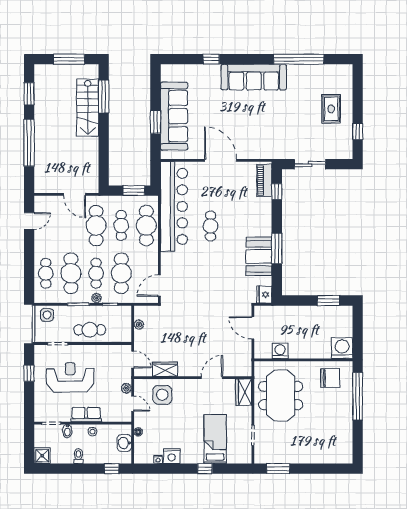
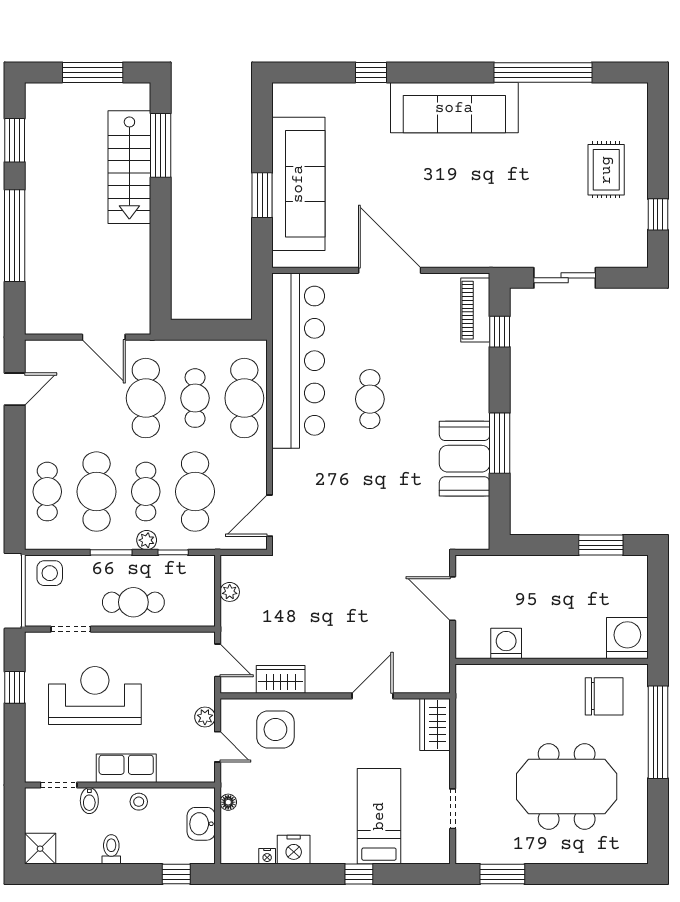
window: (134, 191) -> (220, 330), removed
fridge: (264, 294) -> (475, 533), removed
meeting table: (281, 396) -> (567, 786), moved, turned 90

